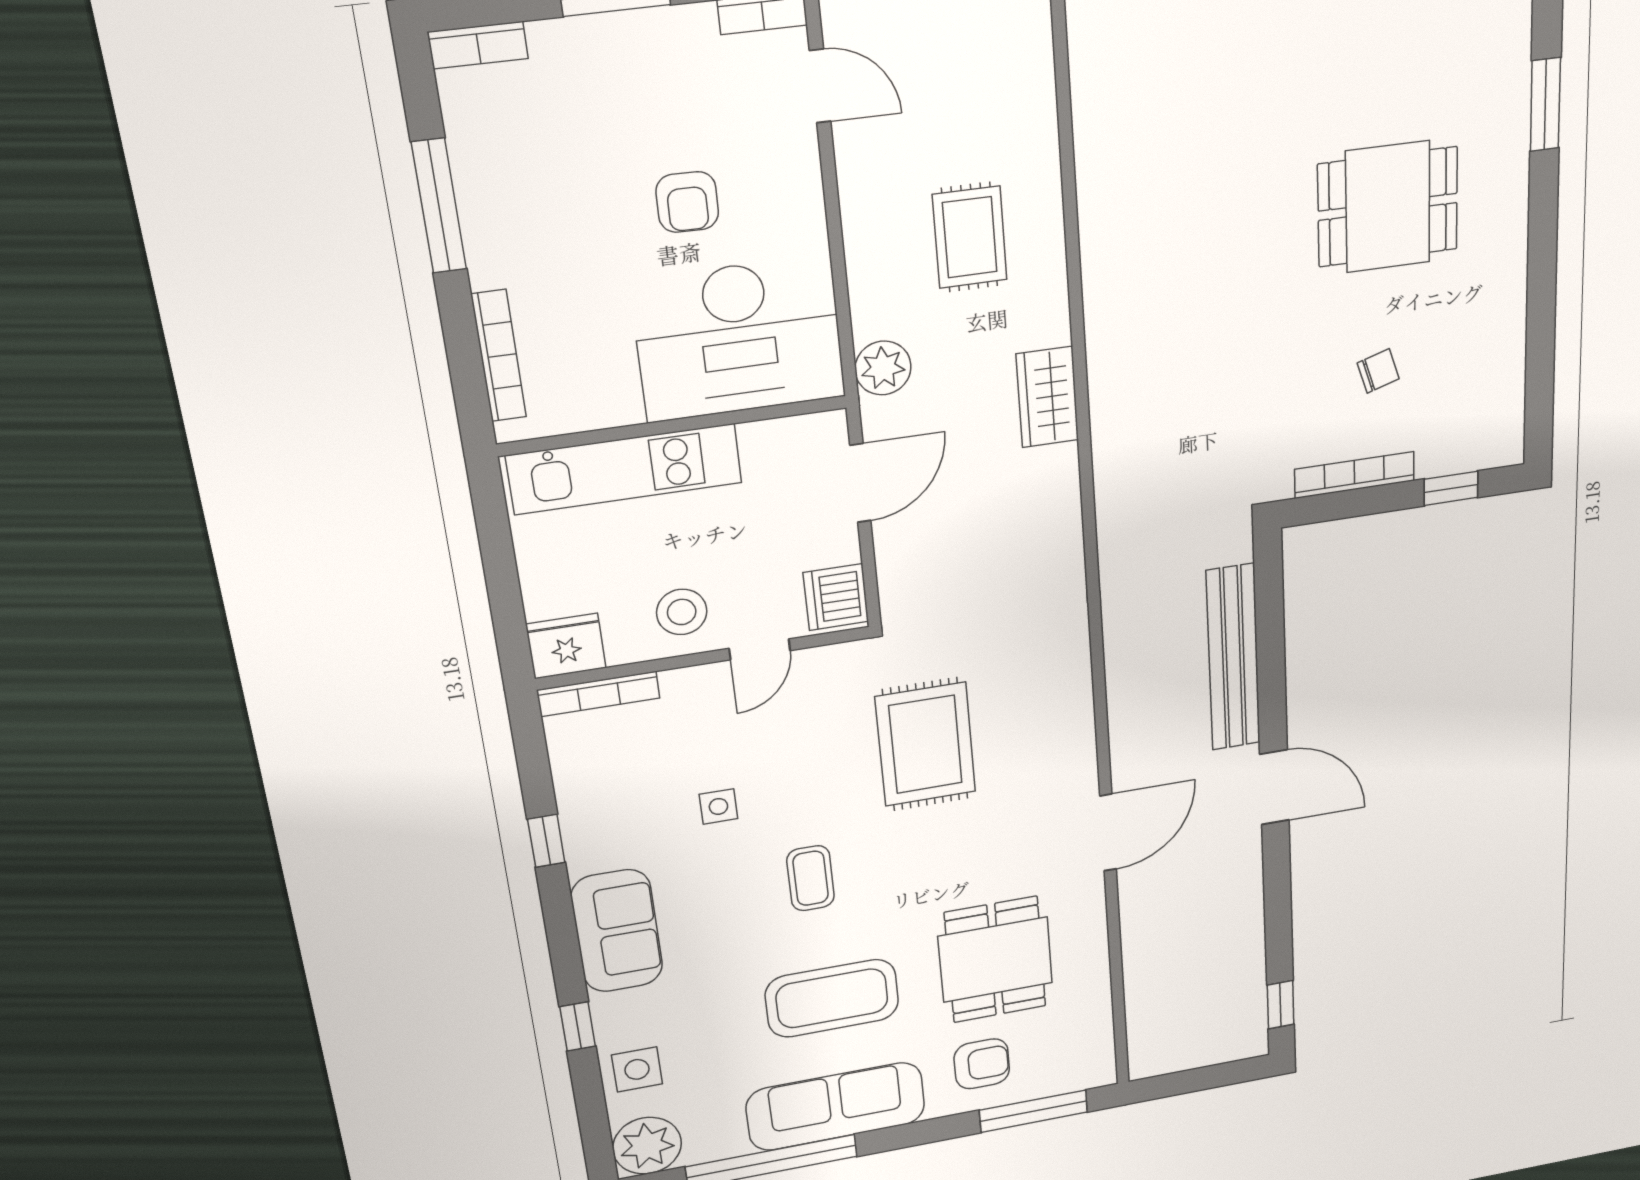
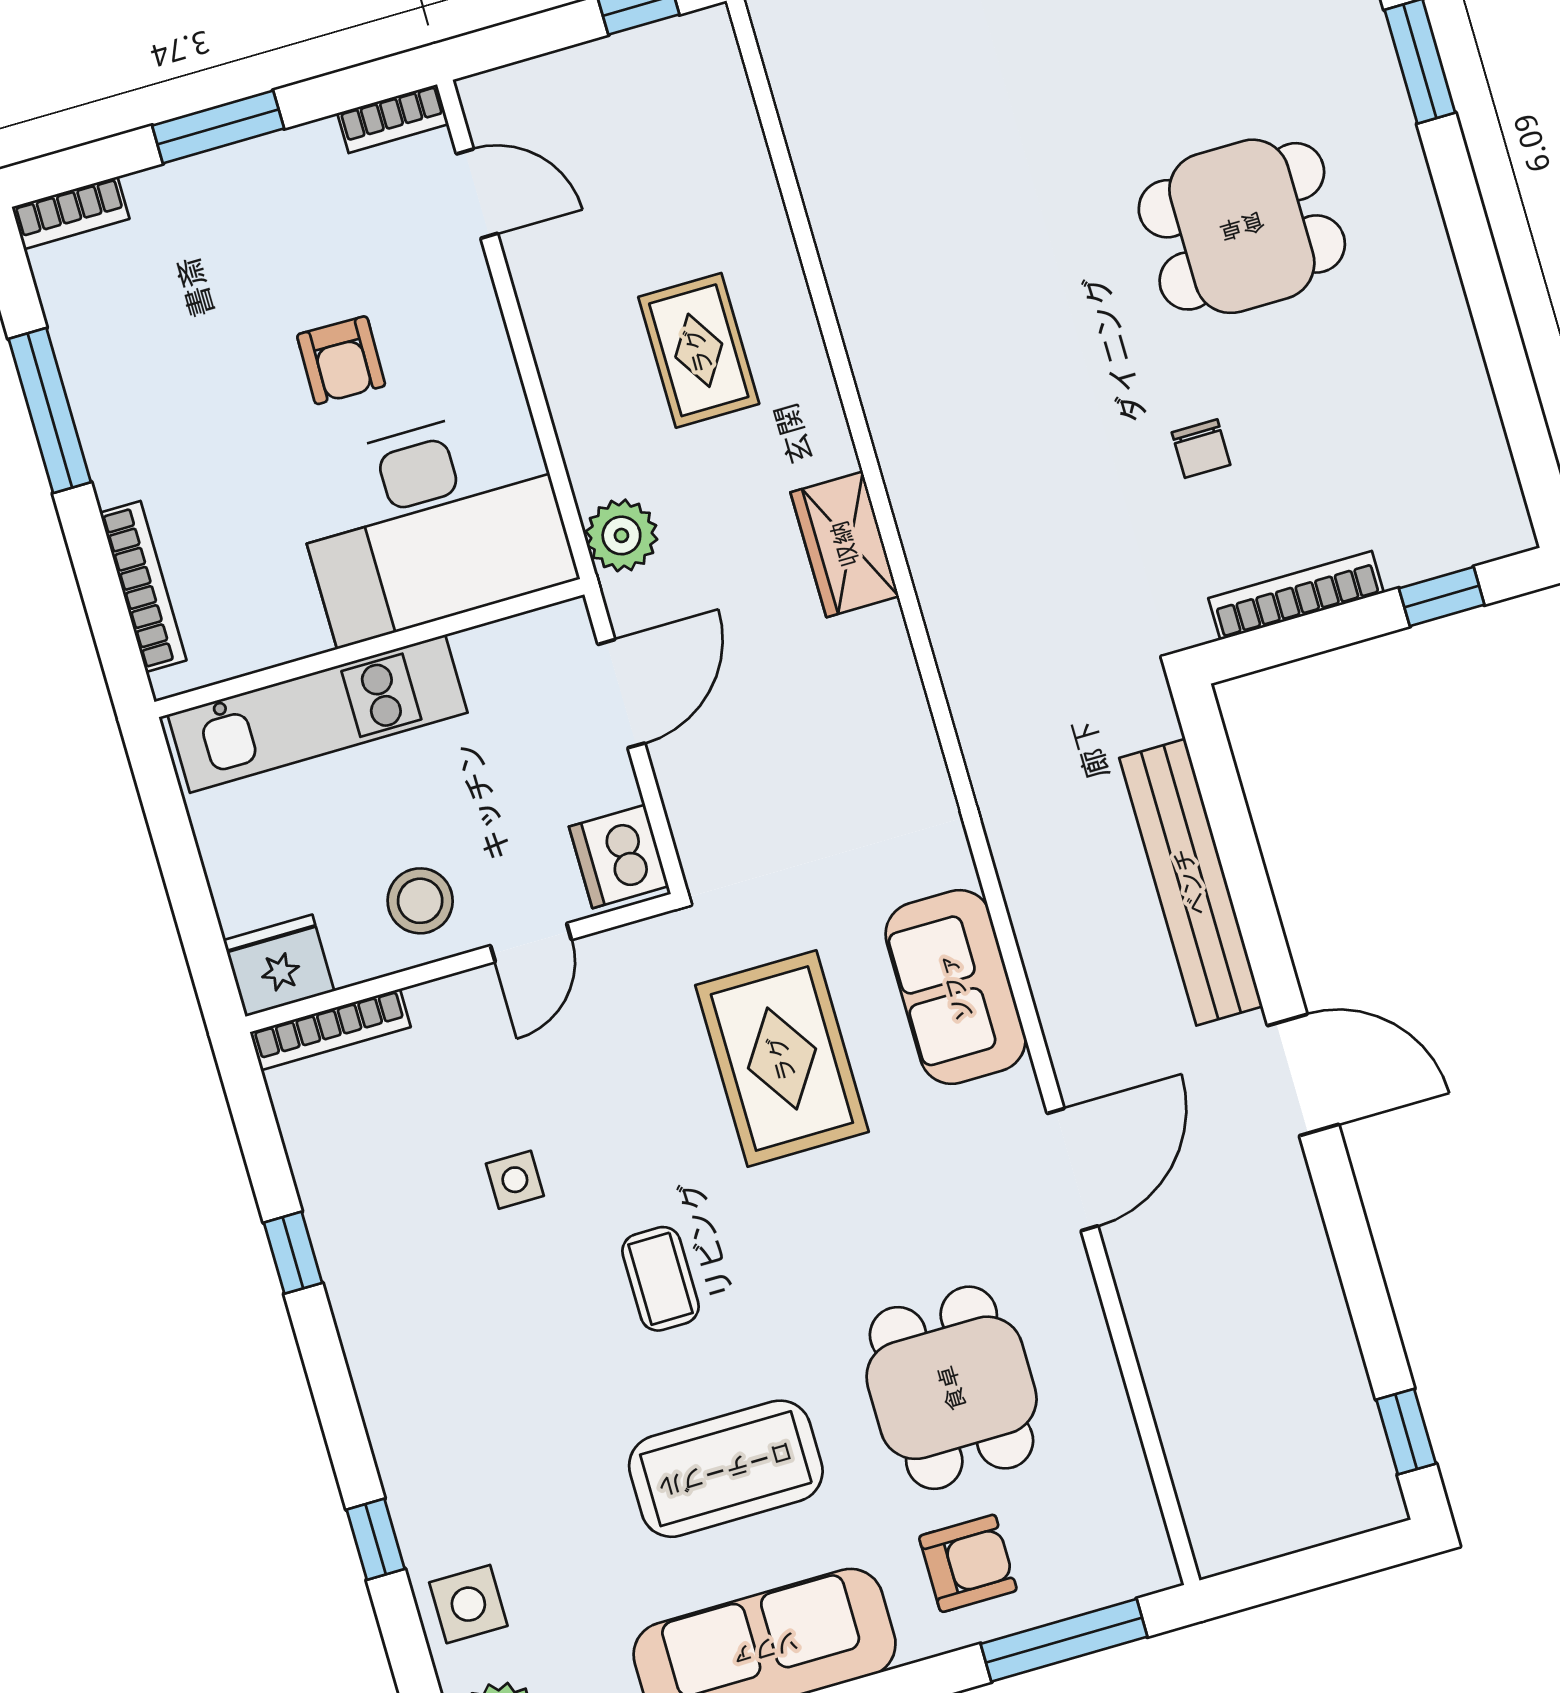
chair: (1378, 371) -> (1201, 449), moved, turned 107
sofa: (617, 931) -> (956, 987), moved, turned 180

